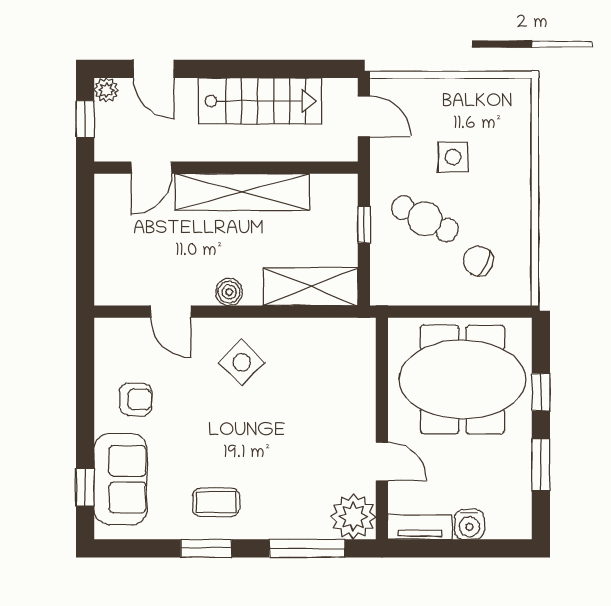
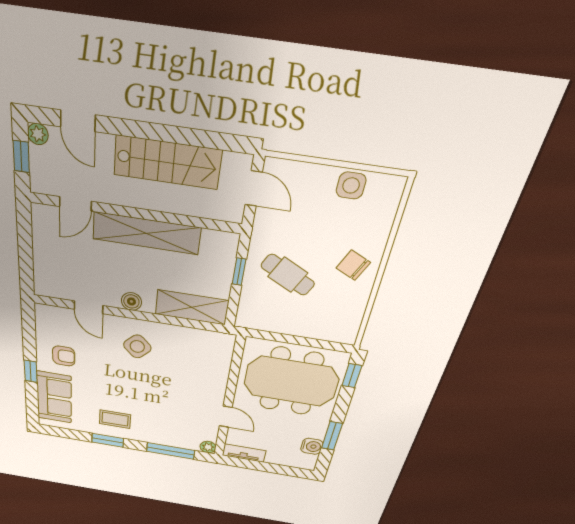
side table: (453, 157) -> (351, 185), moved
chair: (478, 261) -> (353, 265), moved
window: (541, 392) -> (352, 376), moved
window: (85, 487) -> (31, 371), moved
plant: (353, 517) -> (208, 447), width x0.53, depth x0.53
water cooler: (469, 524) -> (312, 446), moved, turned -90

